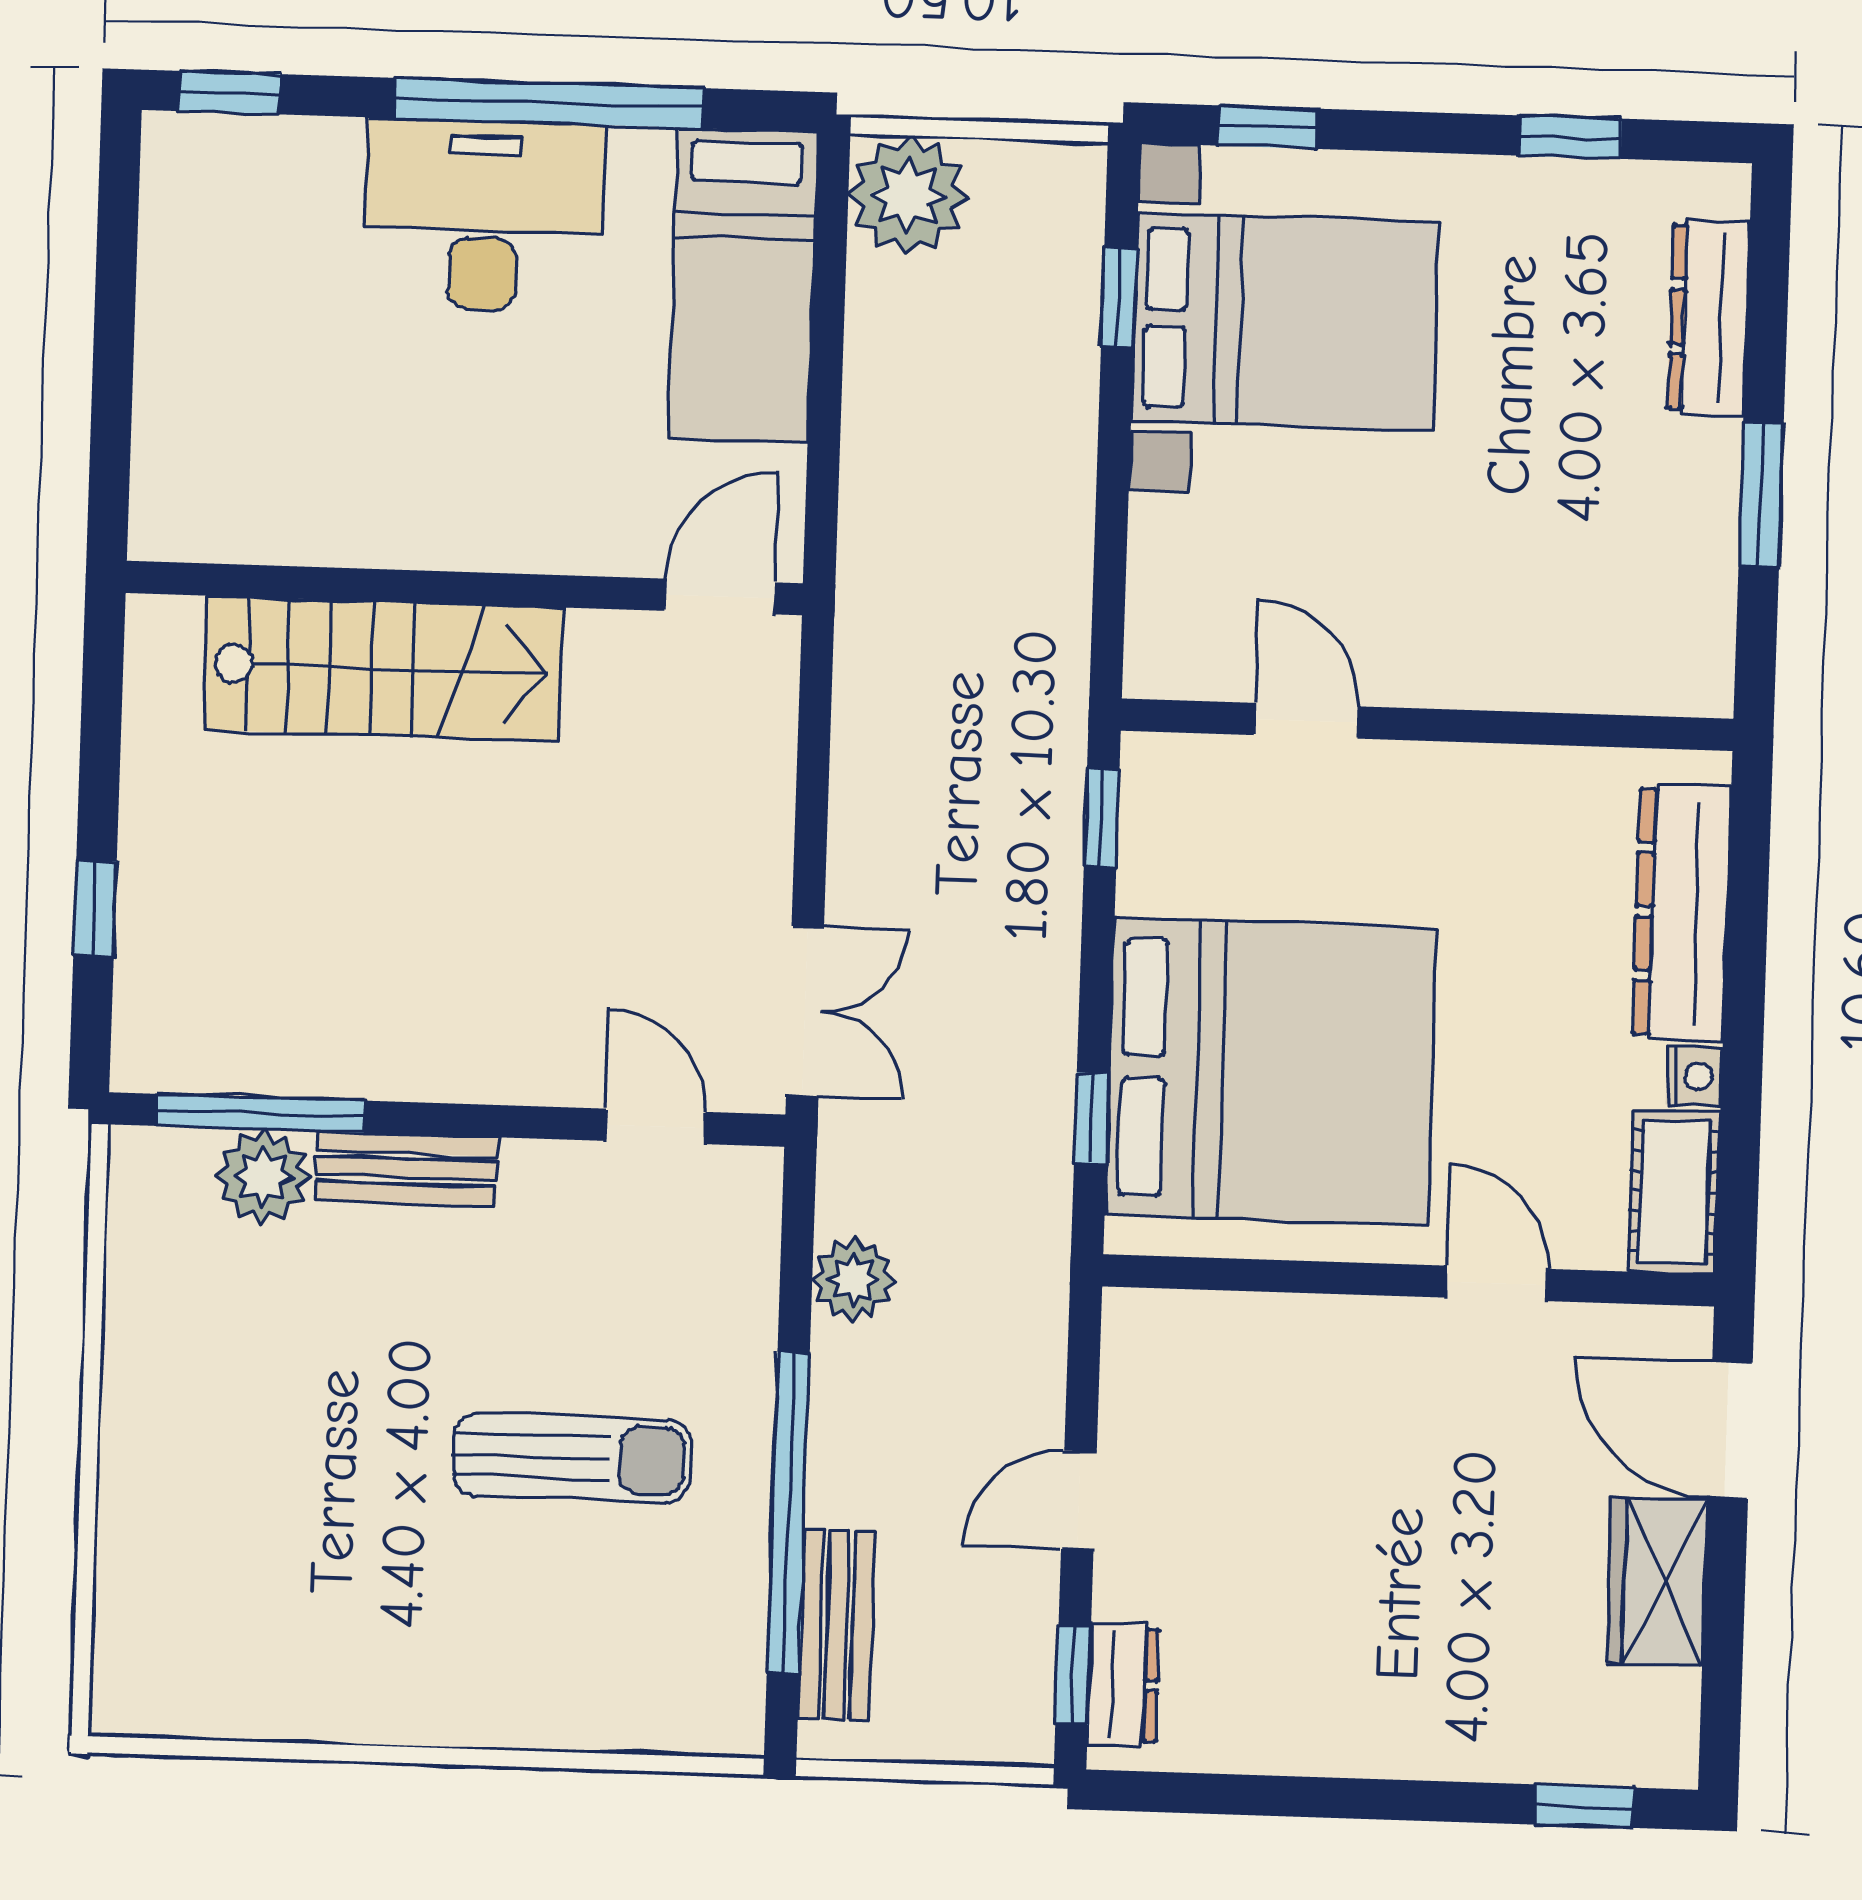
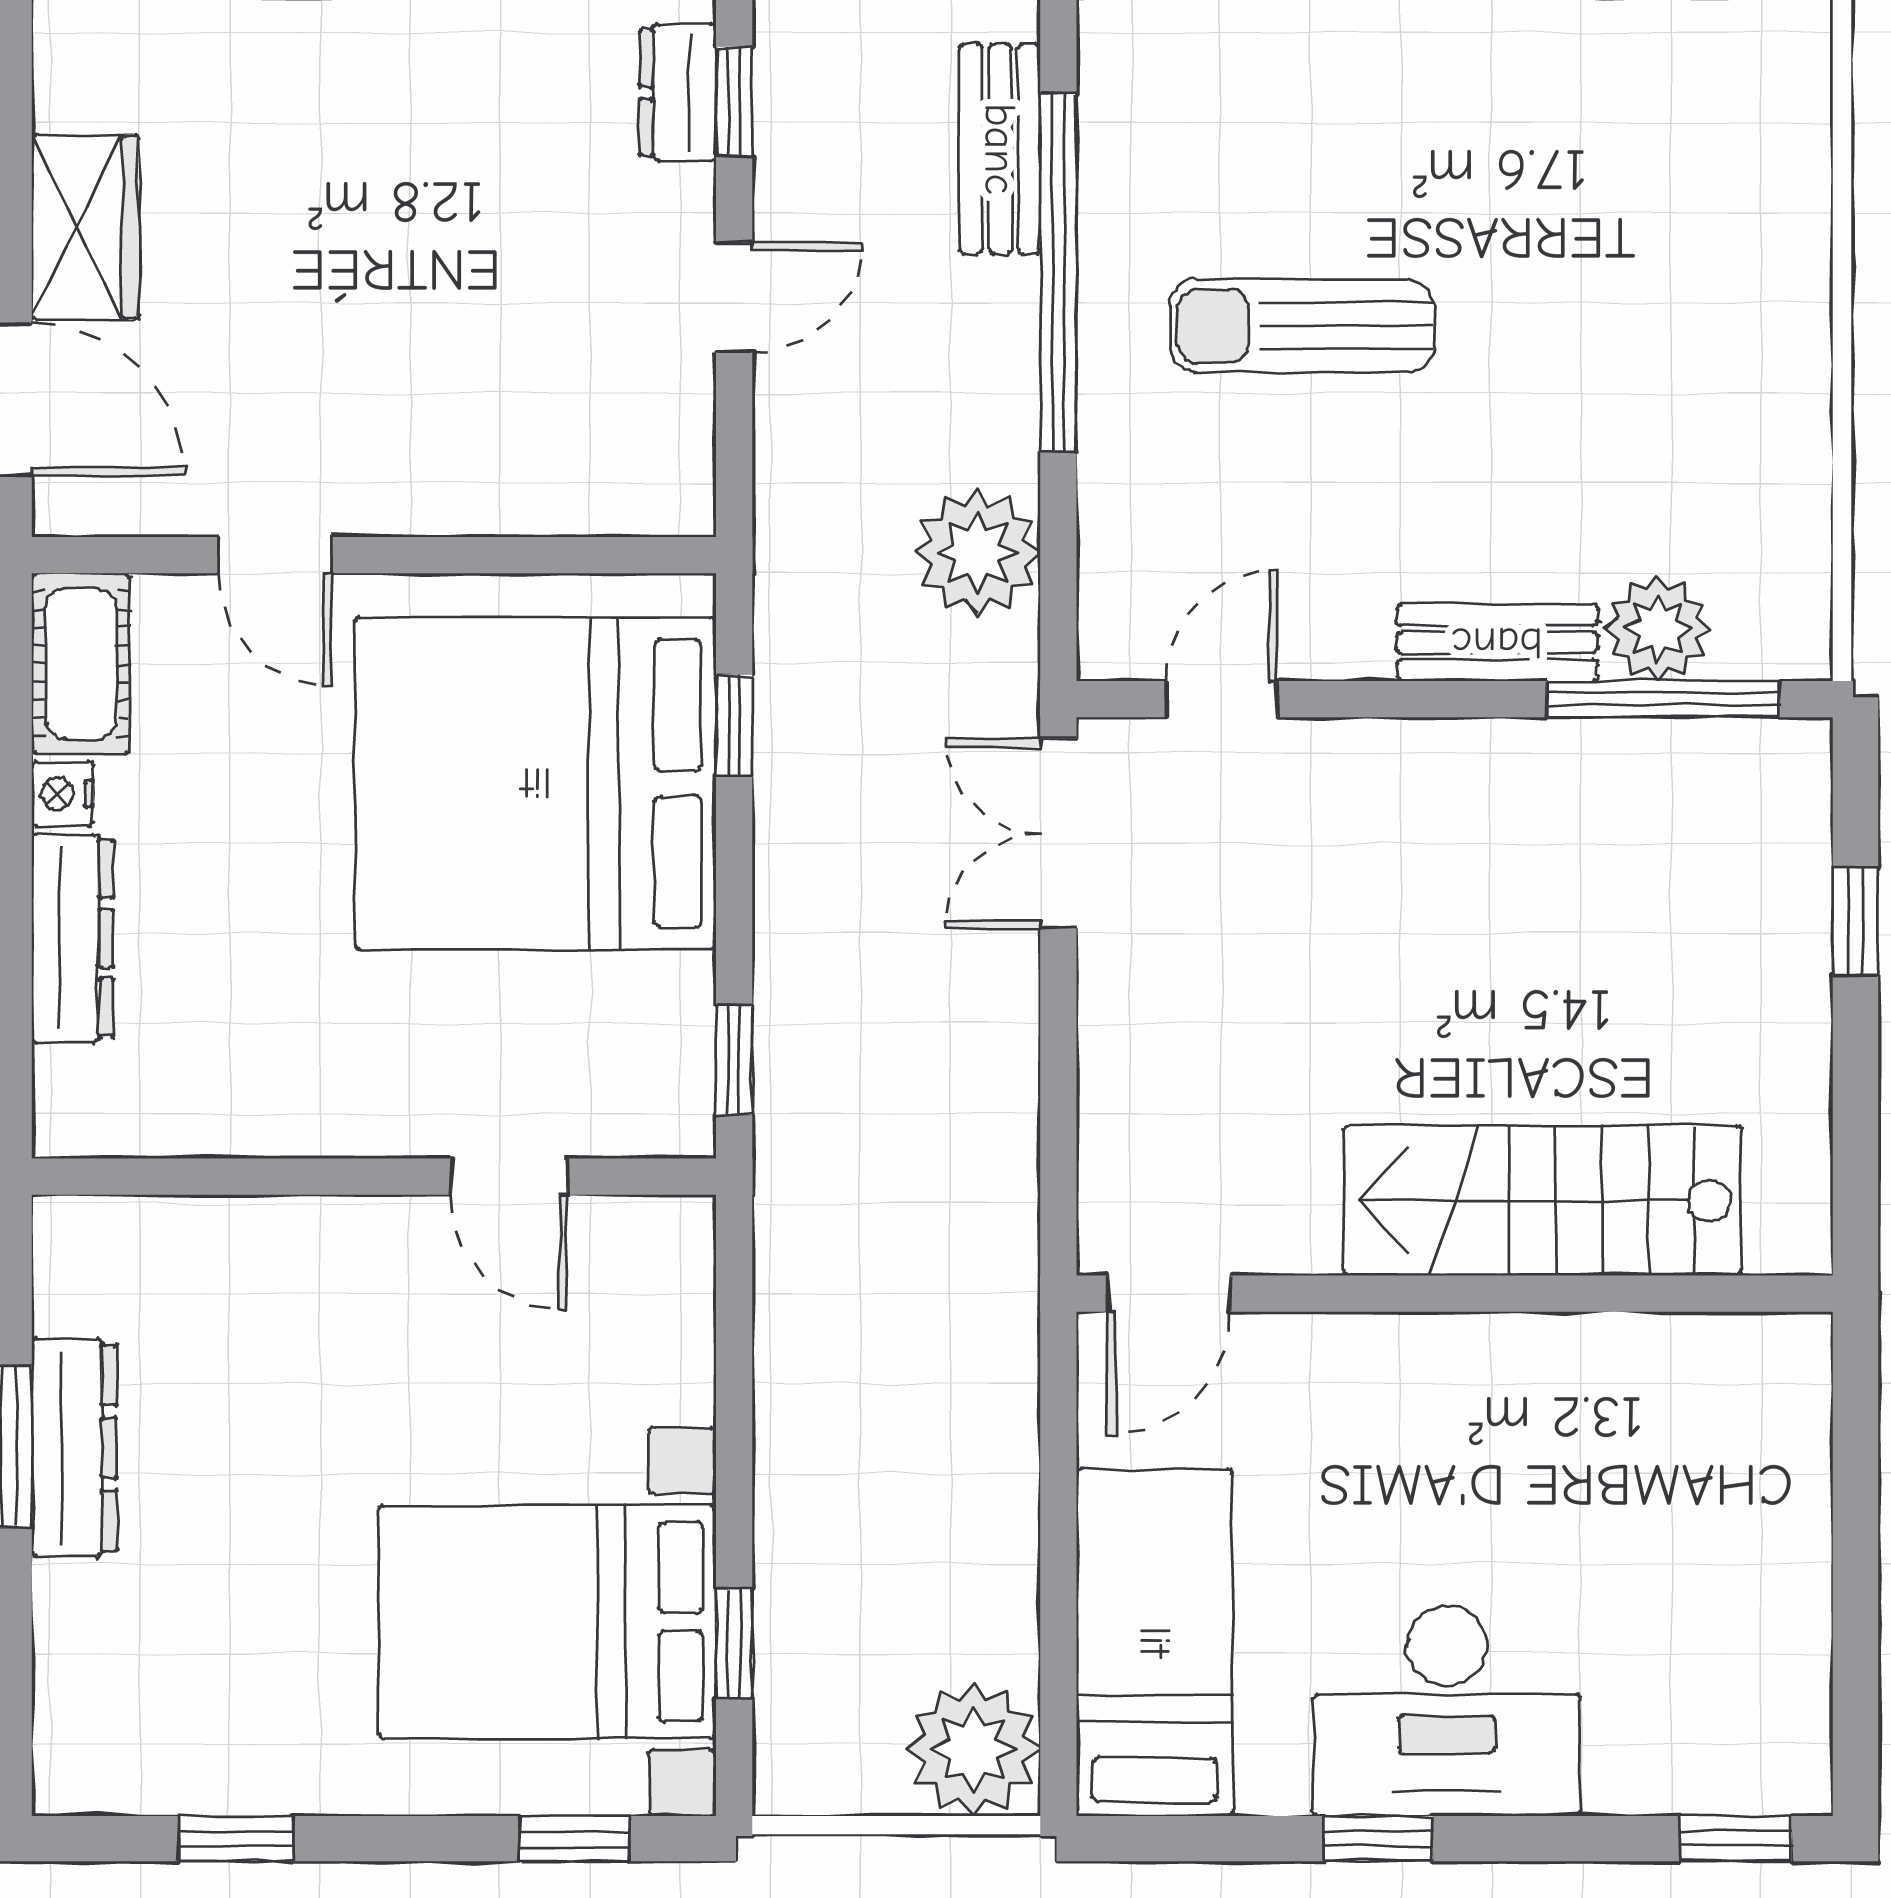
window: (549, 103) -> (1378, 1839), width x0.32
dresser: (1709, 318) -> (74, 1448), moved
dresser: (1682, 912) -> (72, 938), width x0.73, depth x0.80
door: (655, 1126) -> (1222, 699), swing flipped
plant: (854, 1279) -> (977, 553), width x1.36, depth x1.36

